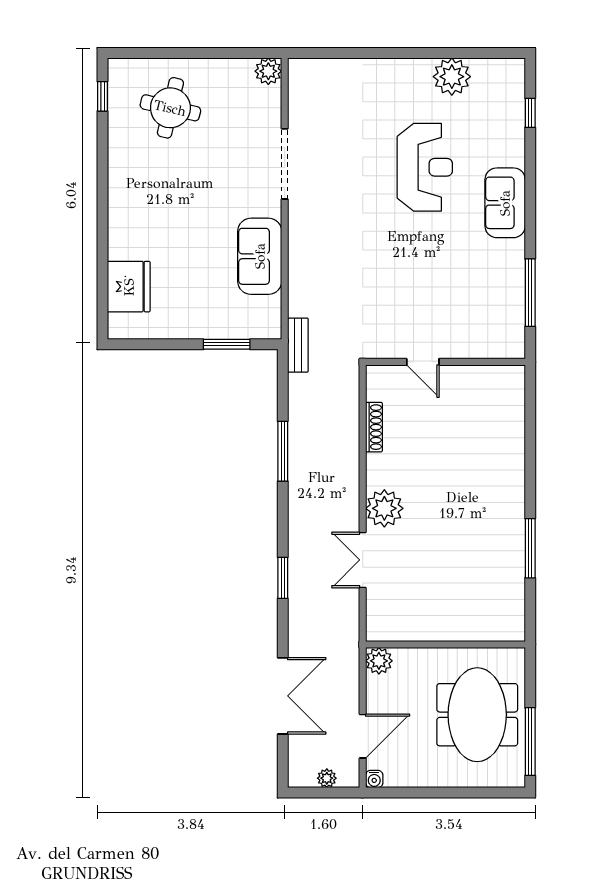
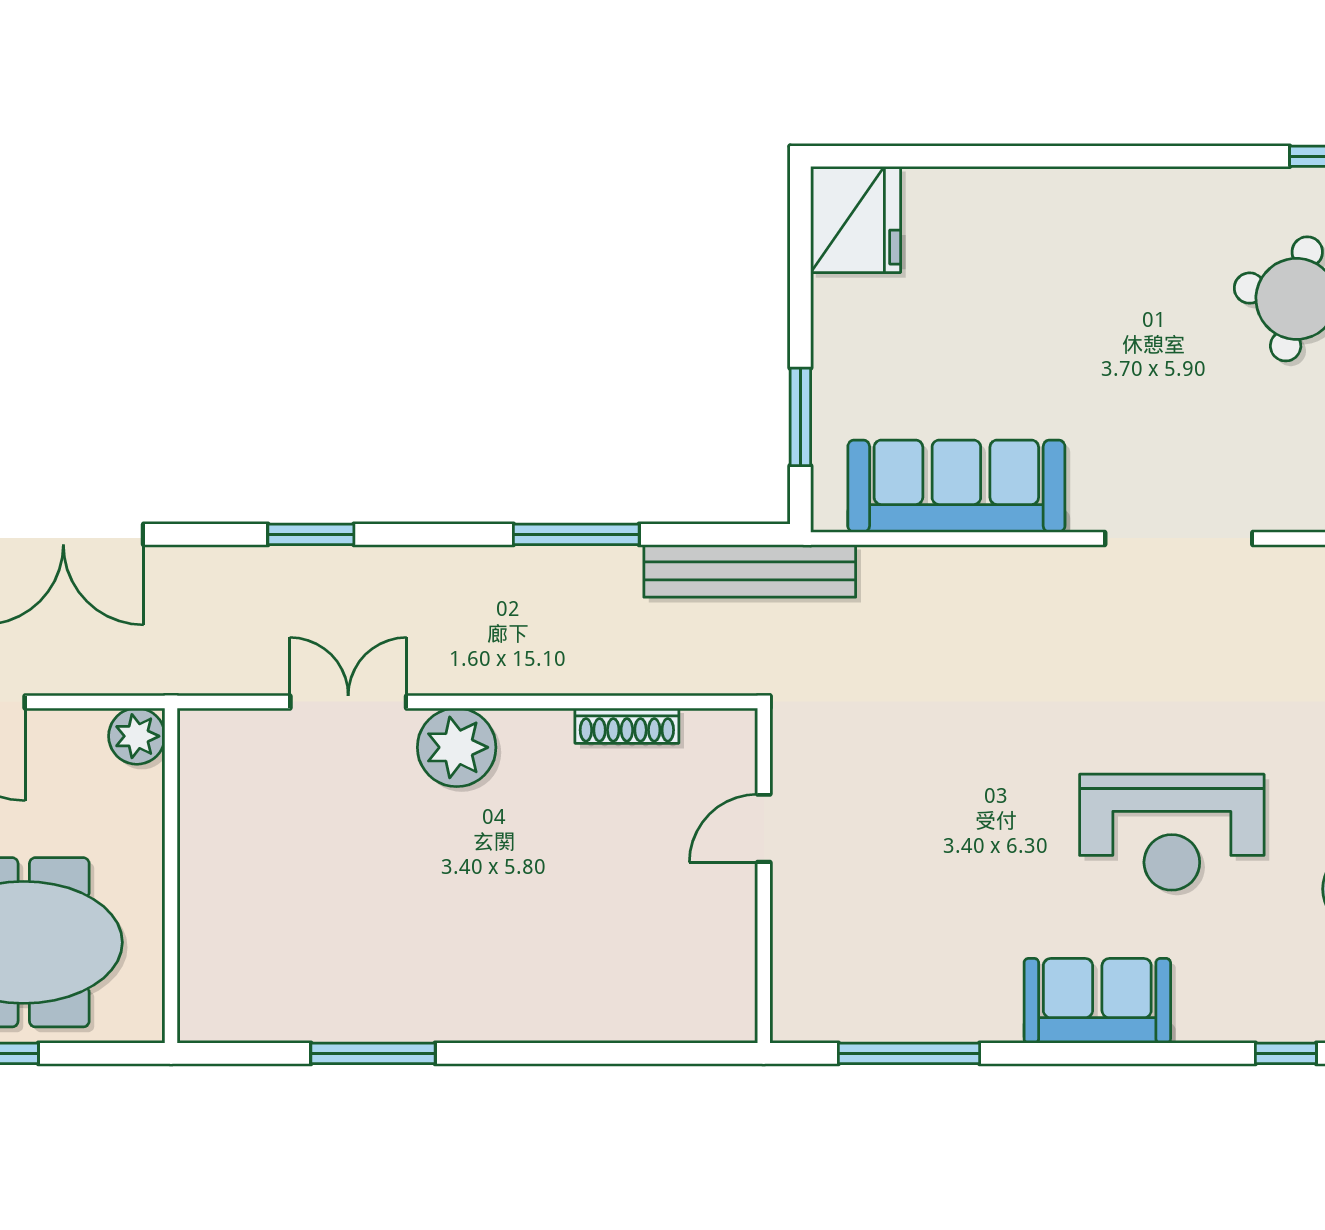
sofa: (260, 256) -> (956, 486), width x1.36
fridge: (129, 287) -> (856, 220), moved, turned -90
bench: (298, 345) -> (750, 571), width x1.86, depth x1.21

